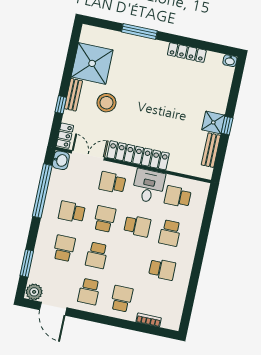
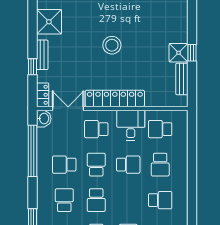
shower: (92, 63) -> (49, 22), width x0.73, depth x0.73
stool: (106, 103) -> (112, 45), moved

